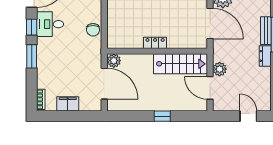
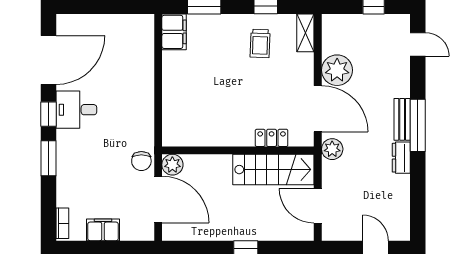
chair: (93, 30) -> (141, 161), moved
locker: (155, 43) -> (272, 138), moved
plant: (220, 69) -> (332, 149), moved

